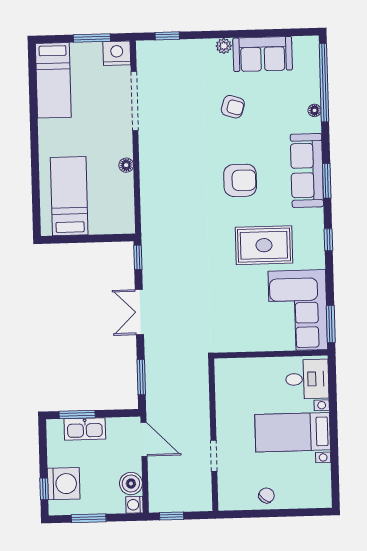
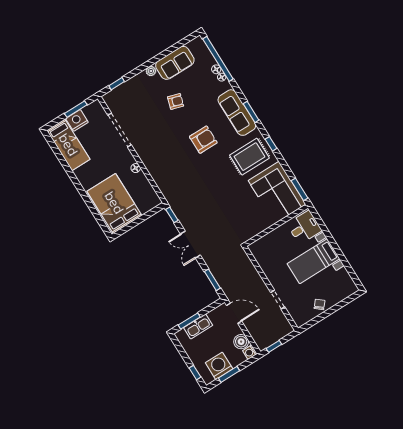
nightstand: (117, 53) -> (77, 120), moved
floor lamp: (313, 95) -> (216, 69), added
bed: (69, 196) -> (114, 203), width x1.50
rug: (264, 245) -> (249, 157), moved
washing machine: (64, 484) -> (219, 366), moved, turned -90

